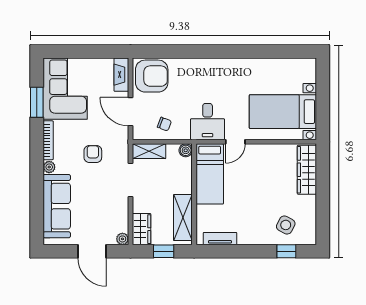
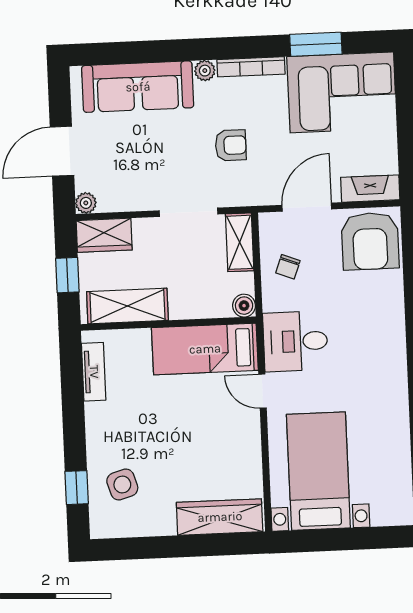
side table: (286, 225) -> (122, 484), turned 45

